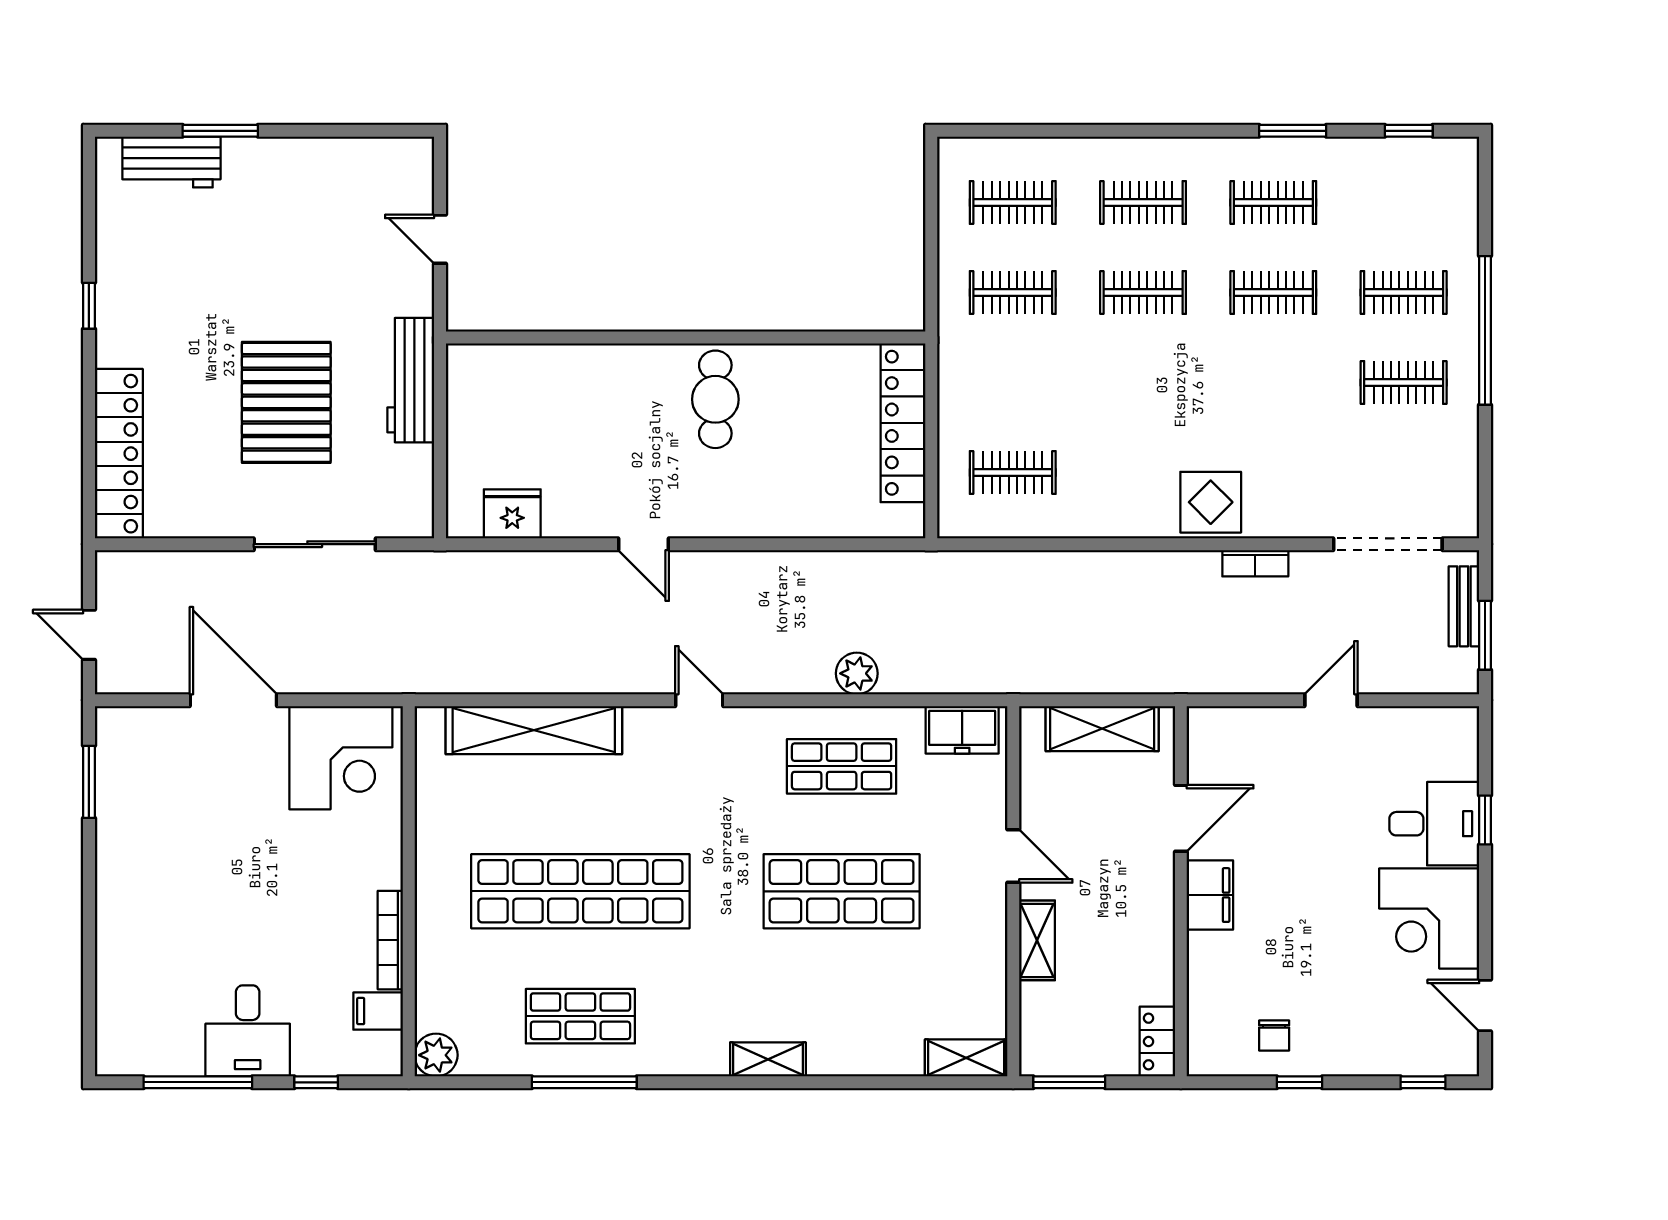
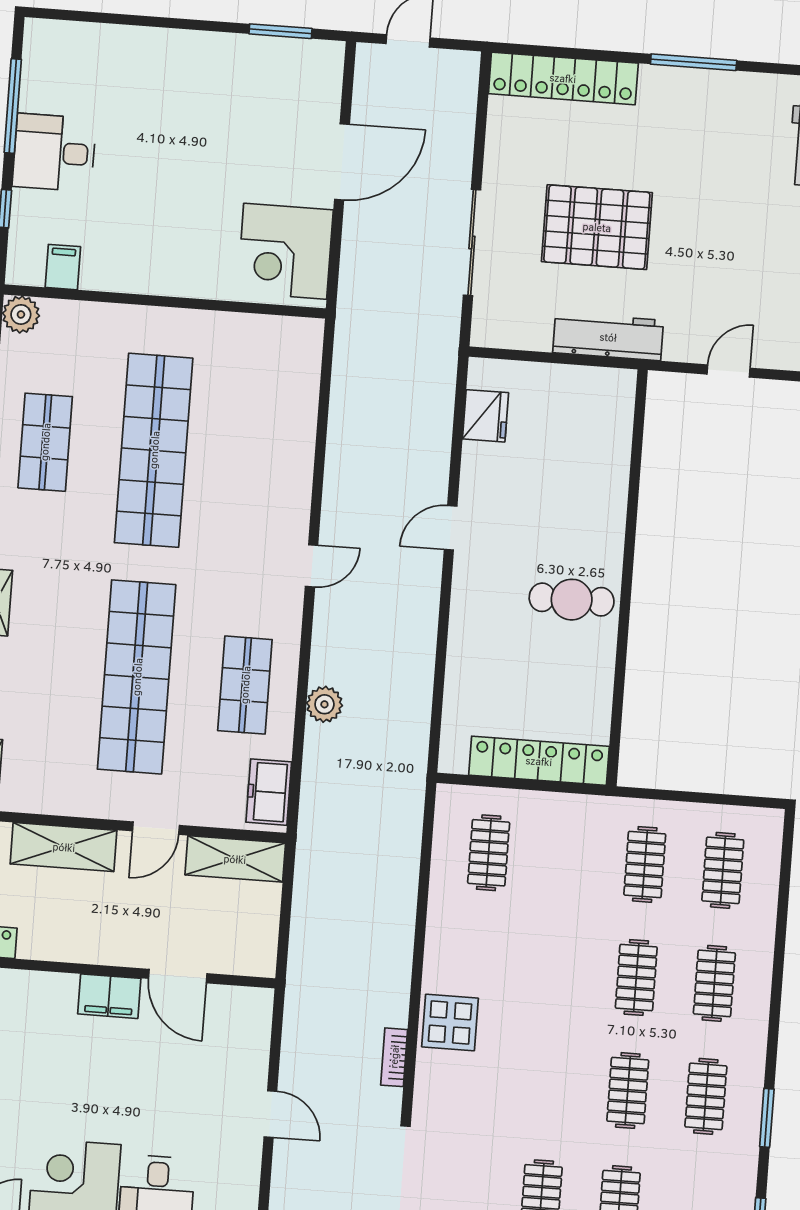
window: (89, 306) -> (694, 62), width x2.17
shelving: (1102, 729) -> (235, 859), moved, turned 90
shelving: (534, 730) -> (296, 421), removed
shop shelf: (842, 891) -> (137, 677), width x1.40
bookcase: (390, 940) -> (124, 282), removed
shelving: (1037, 940) -> (64, 847), width x1.50, depth x1.33

